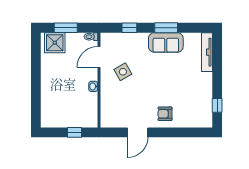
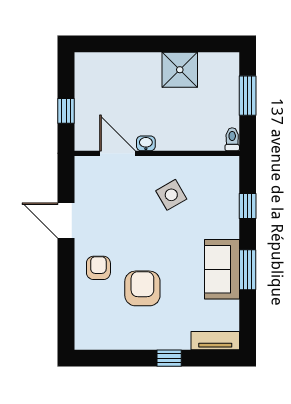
shower: (55, 43) -> (180, 70), moved
tv unit: (207, 52) -> (215, 341), width x0.71
door: (99, 57) -> (118, 153), moved
armchair: (177, 88) -> (142, 288), added
window: (217, 105) -> (169, 358), moved

